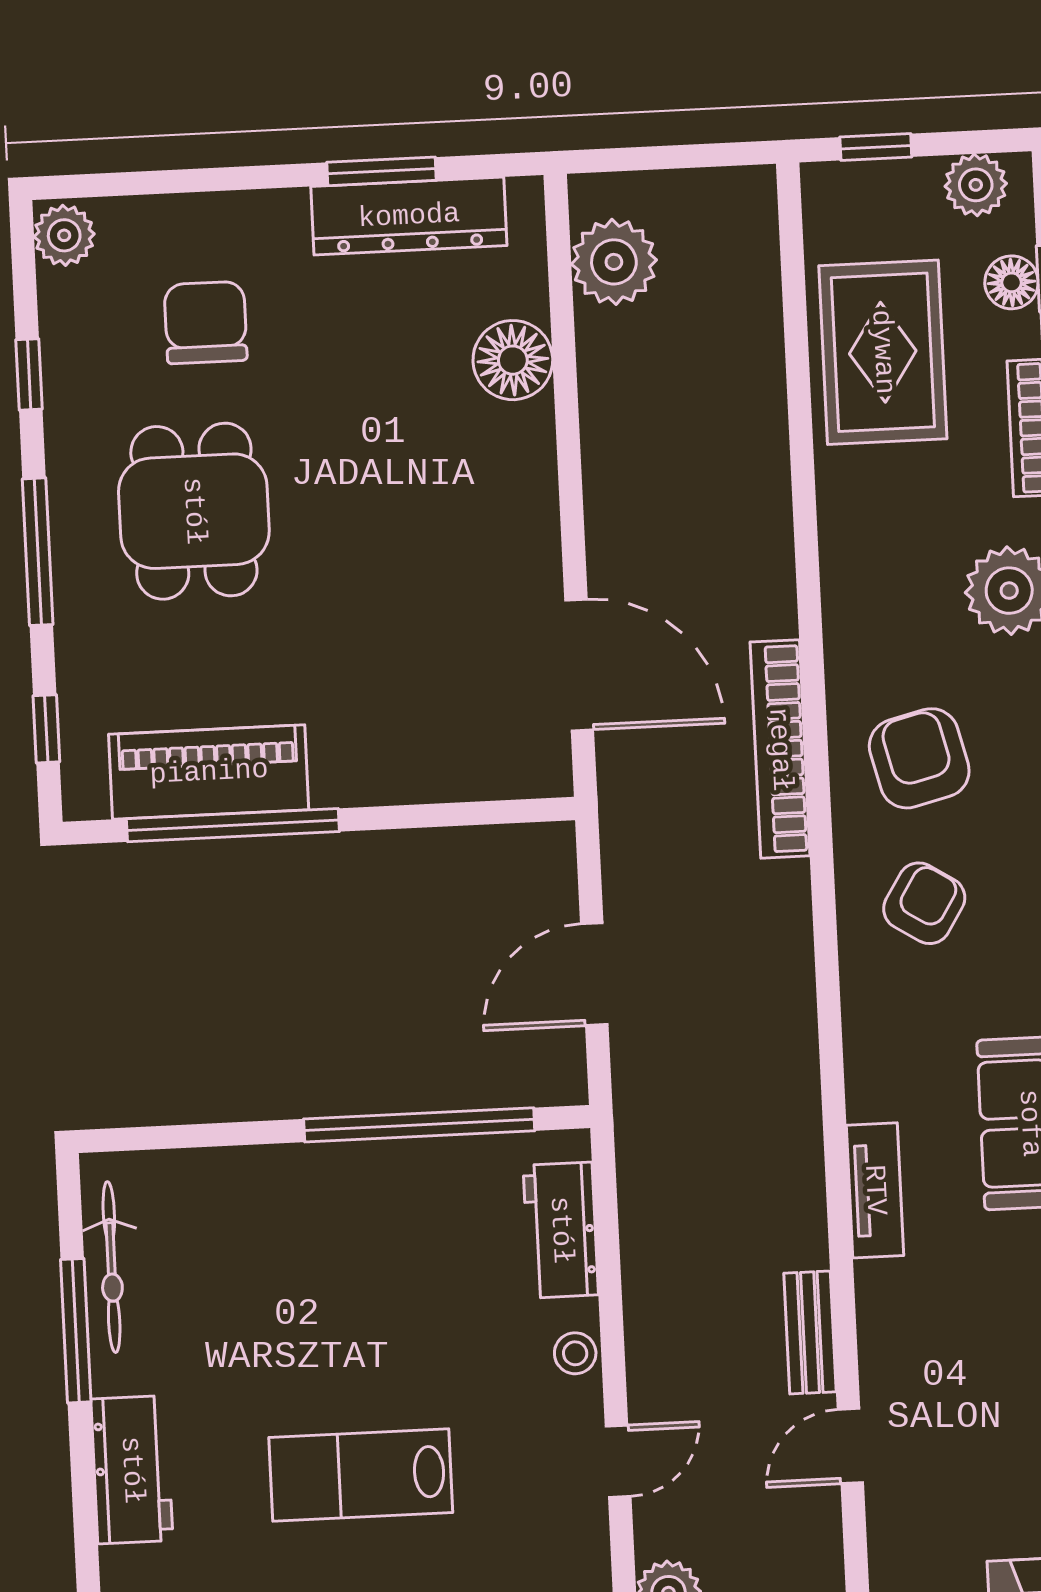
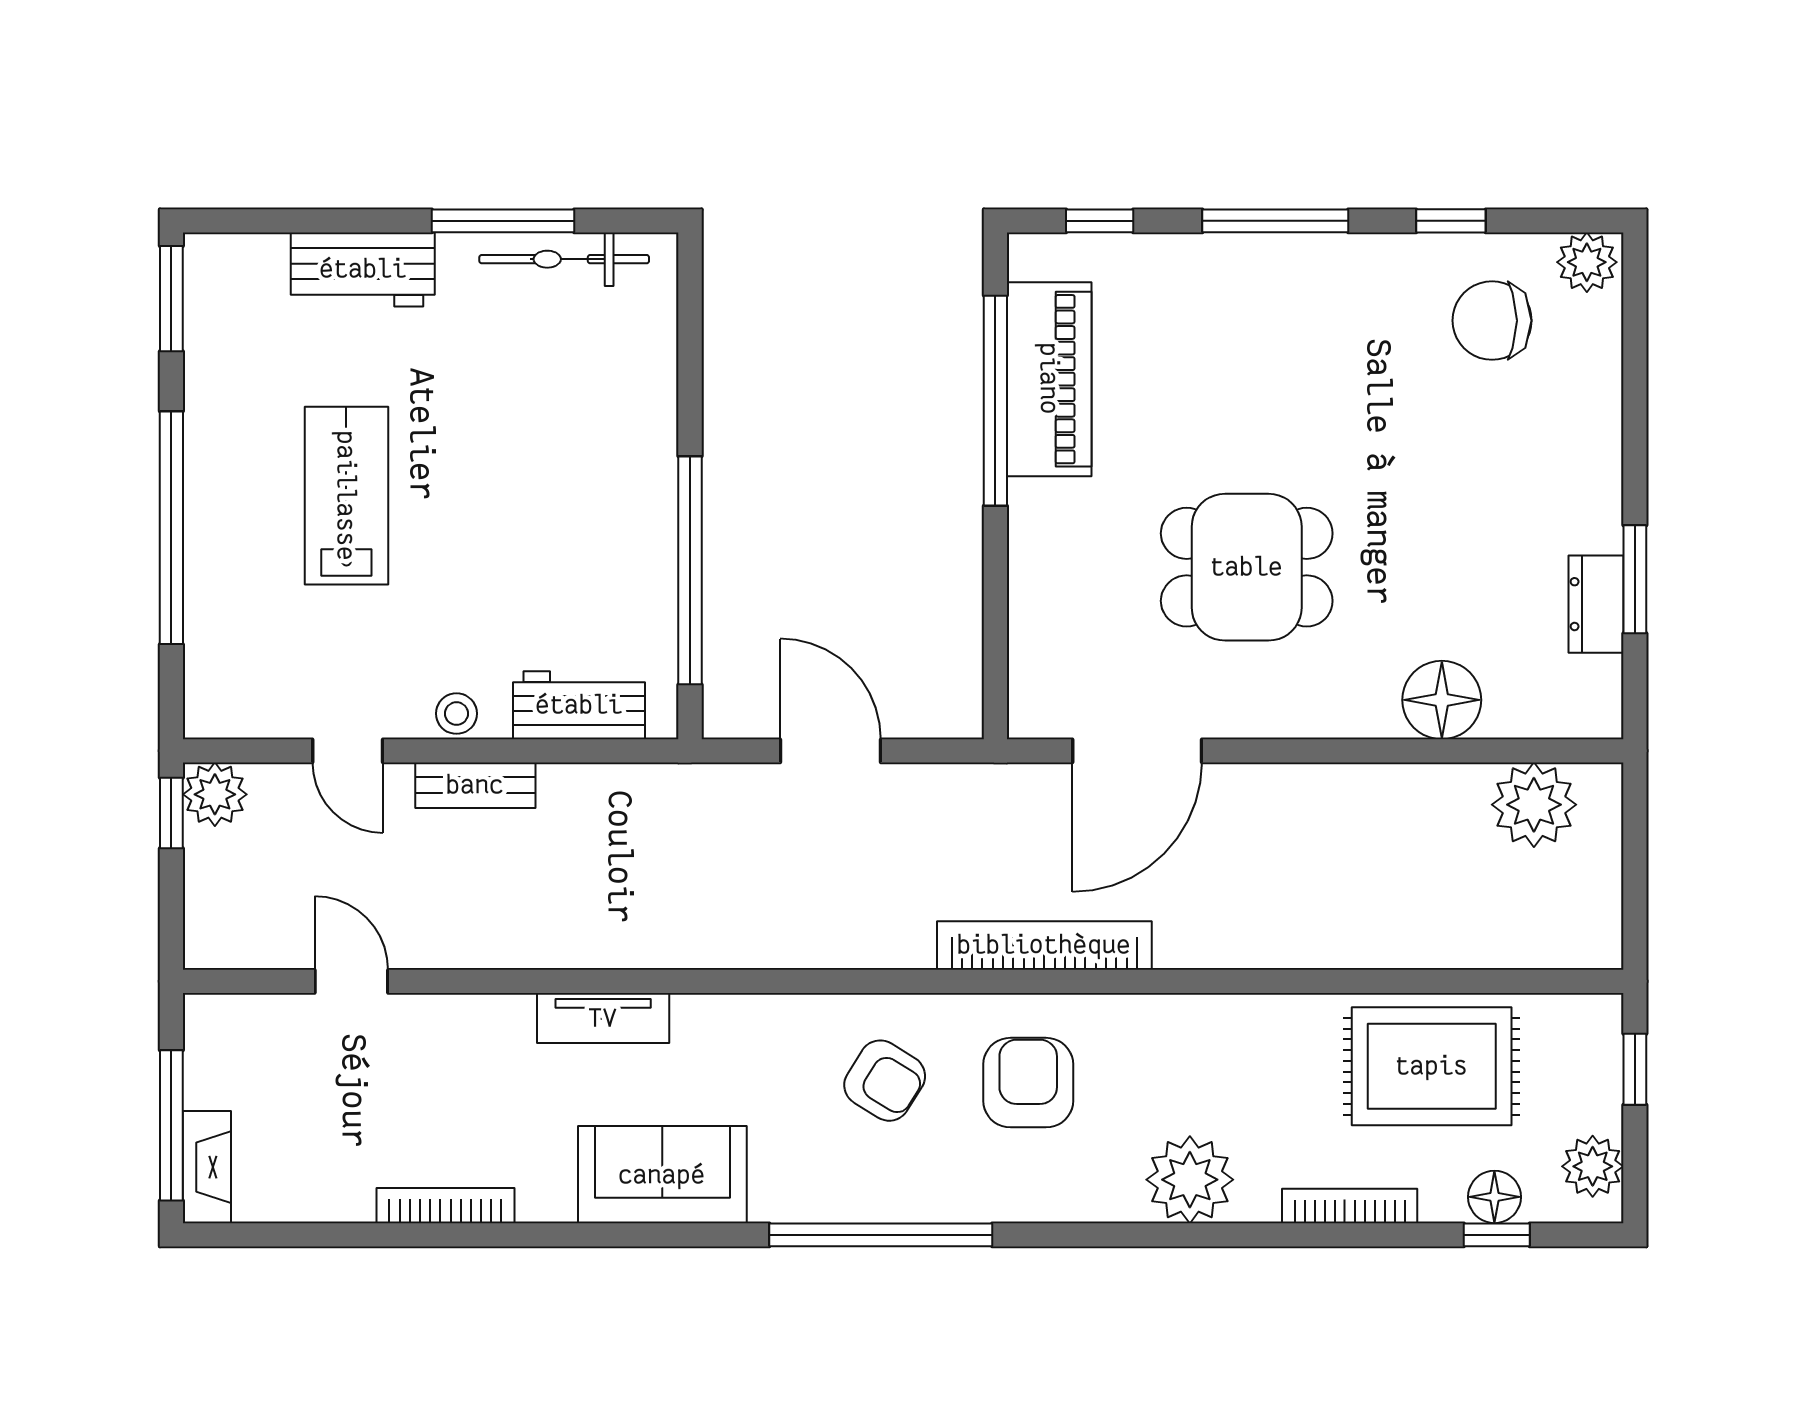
dresser: (409, 216) -> (1596, 604), width x0.51, depth x0.80
chair: (206, 322) -> (1492, 321), moved, turned 180
dining table: (194, 511) -> (1247, 567), moved
armchair: (919, 758) -> (1028, 1083), turned -76
bench: (810, 1332) -> (475, 785), moved

